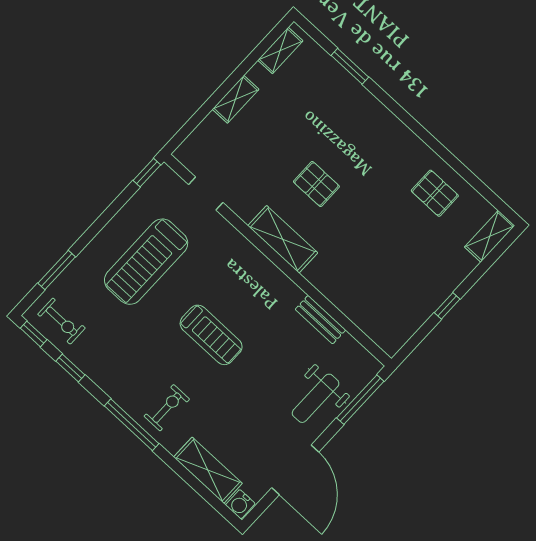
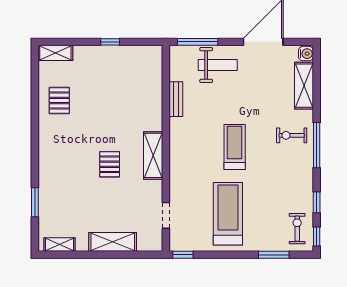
shelving: (236, 99) -> (113, 242), width x1.50, depth x1.33
treadmill: (146, 262) -> (228, 214), turned -90

